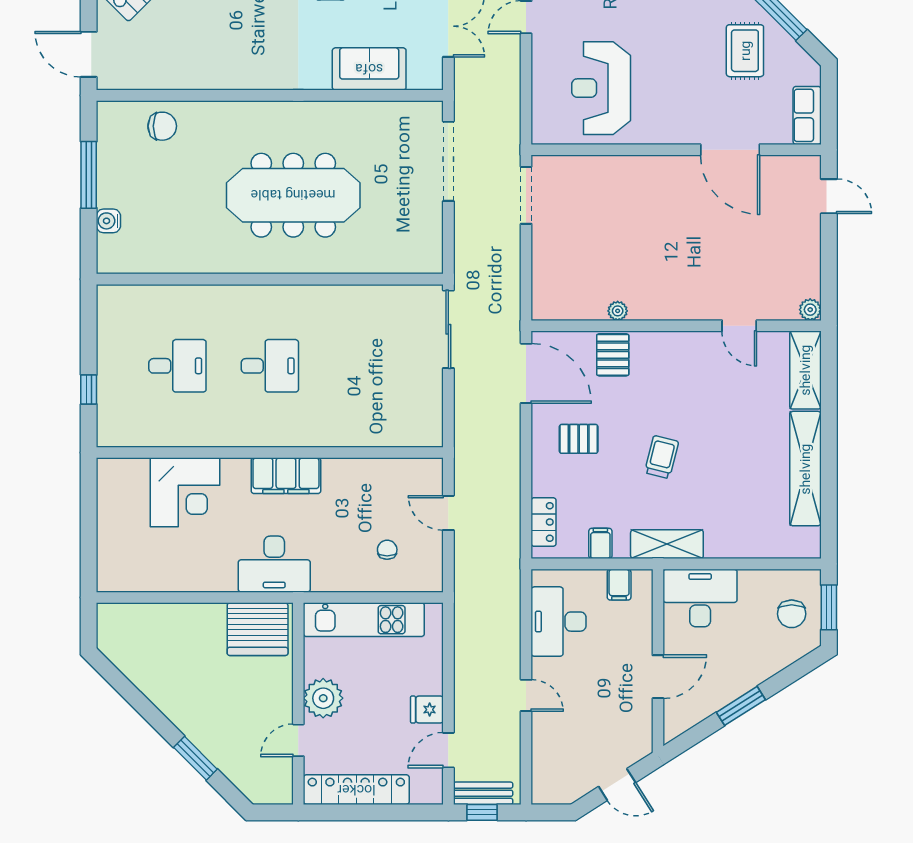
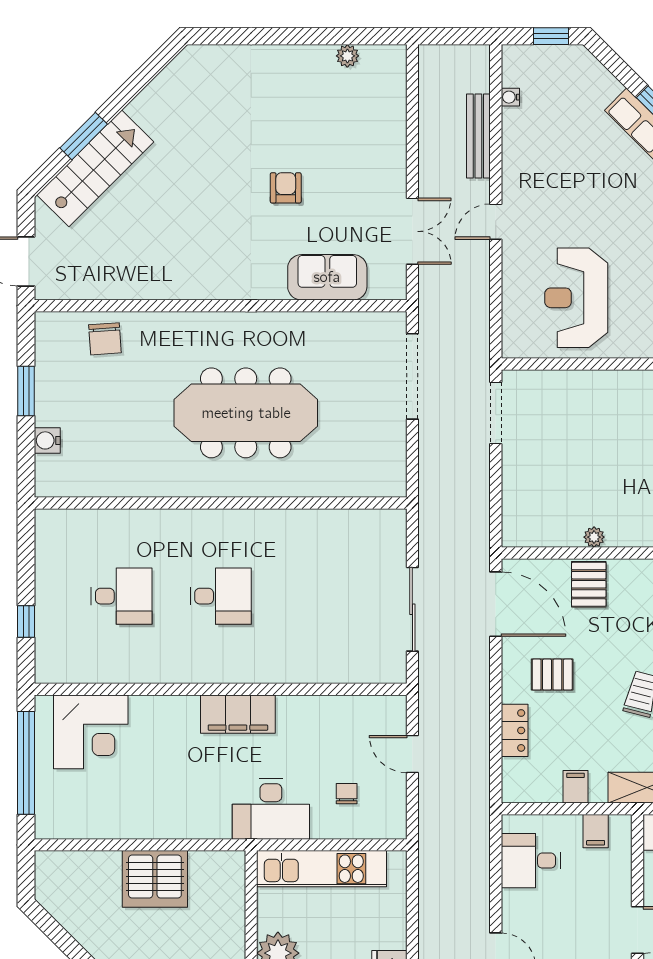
chair: (162, 126) -> (105, 339), turned 86
window: (89, 175) -> (26, 391), width x0.69
sliding door: (448, 329) -> (412, 609), moved
corner desk: (185, 492) -> (91, 732), moved
window: (89, 521) -> (26, 763), added
locker: (544, 522) -> (515, 730), moved
desk: (274, 564) -> (271, 809), moved
desk: (559, 622) -> (531, 861), width x0.73
server rack: (258, 629) -> (155, 879), moved

